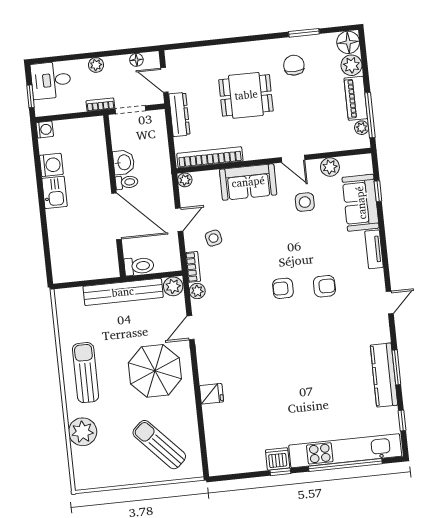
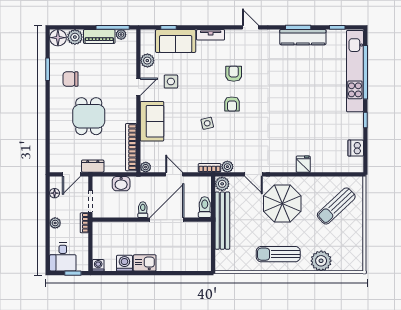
dresser: (179, 114) -> (93, 166), width x0.70
washbasin: (124, 162) -> (121, 184), moved, turned 180
side table: (214, 238) -> (207, 123), moved
dishwasher: (278, 459) -> (356, 148), moved

